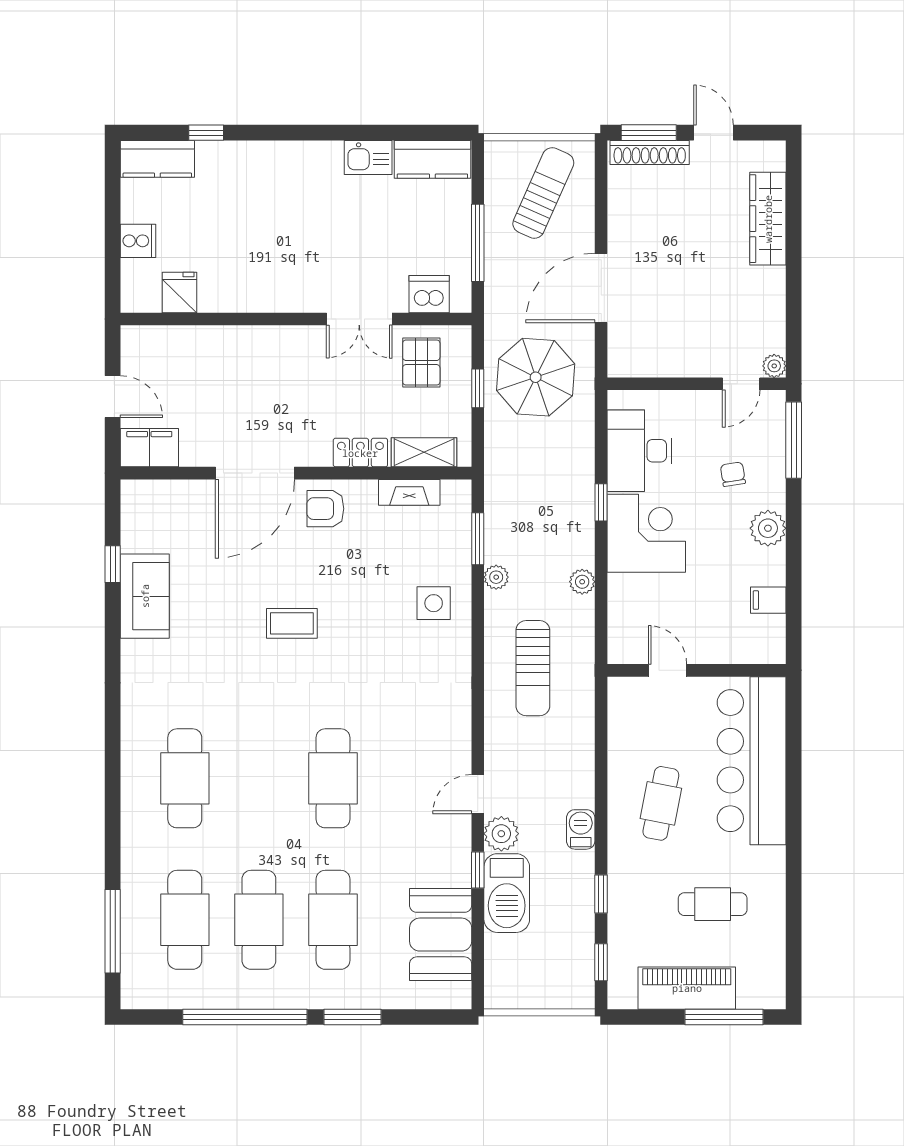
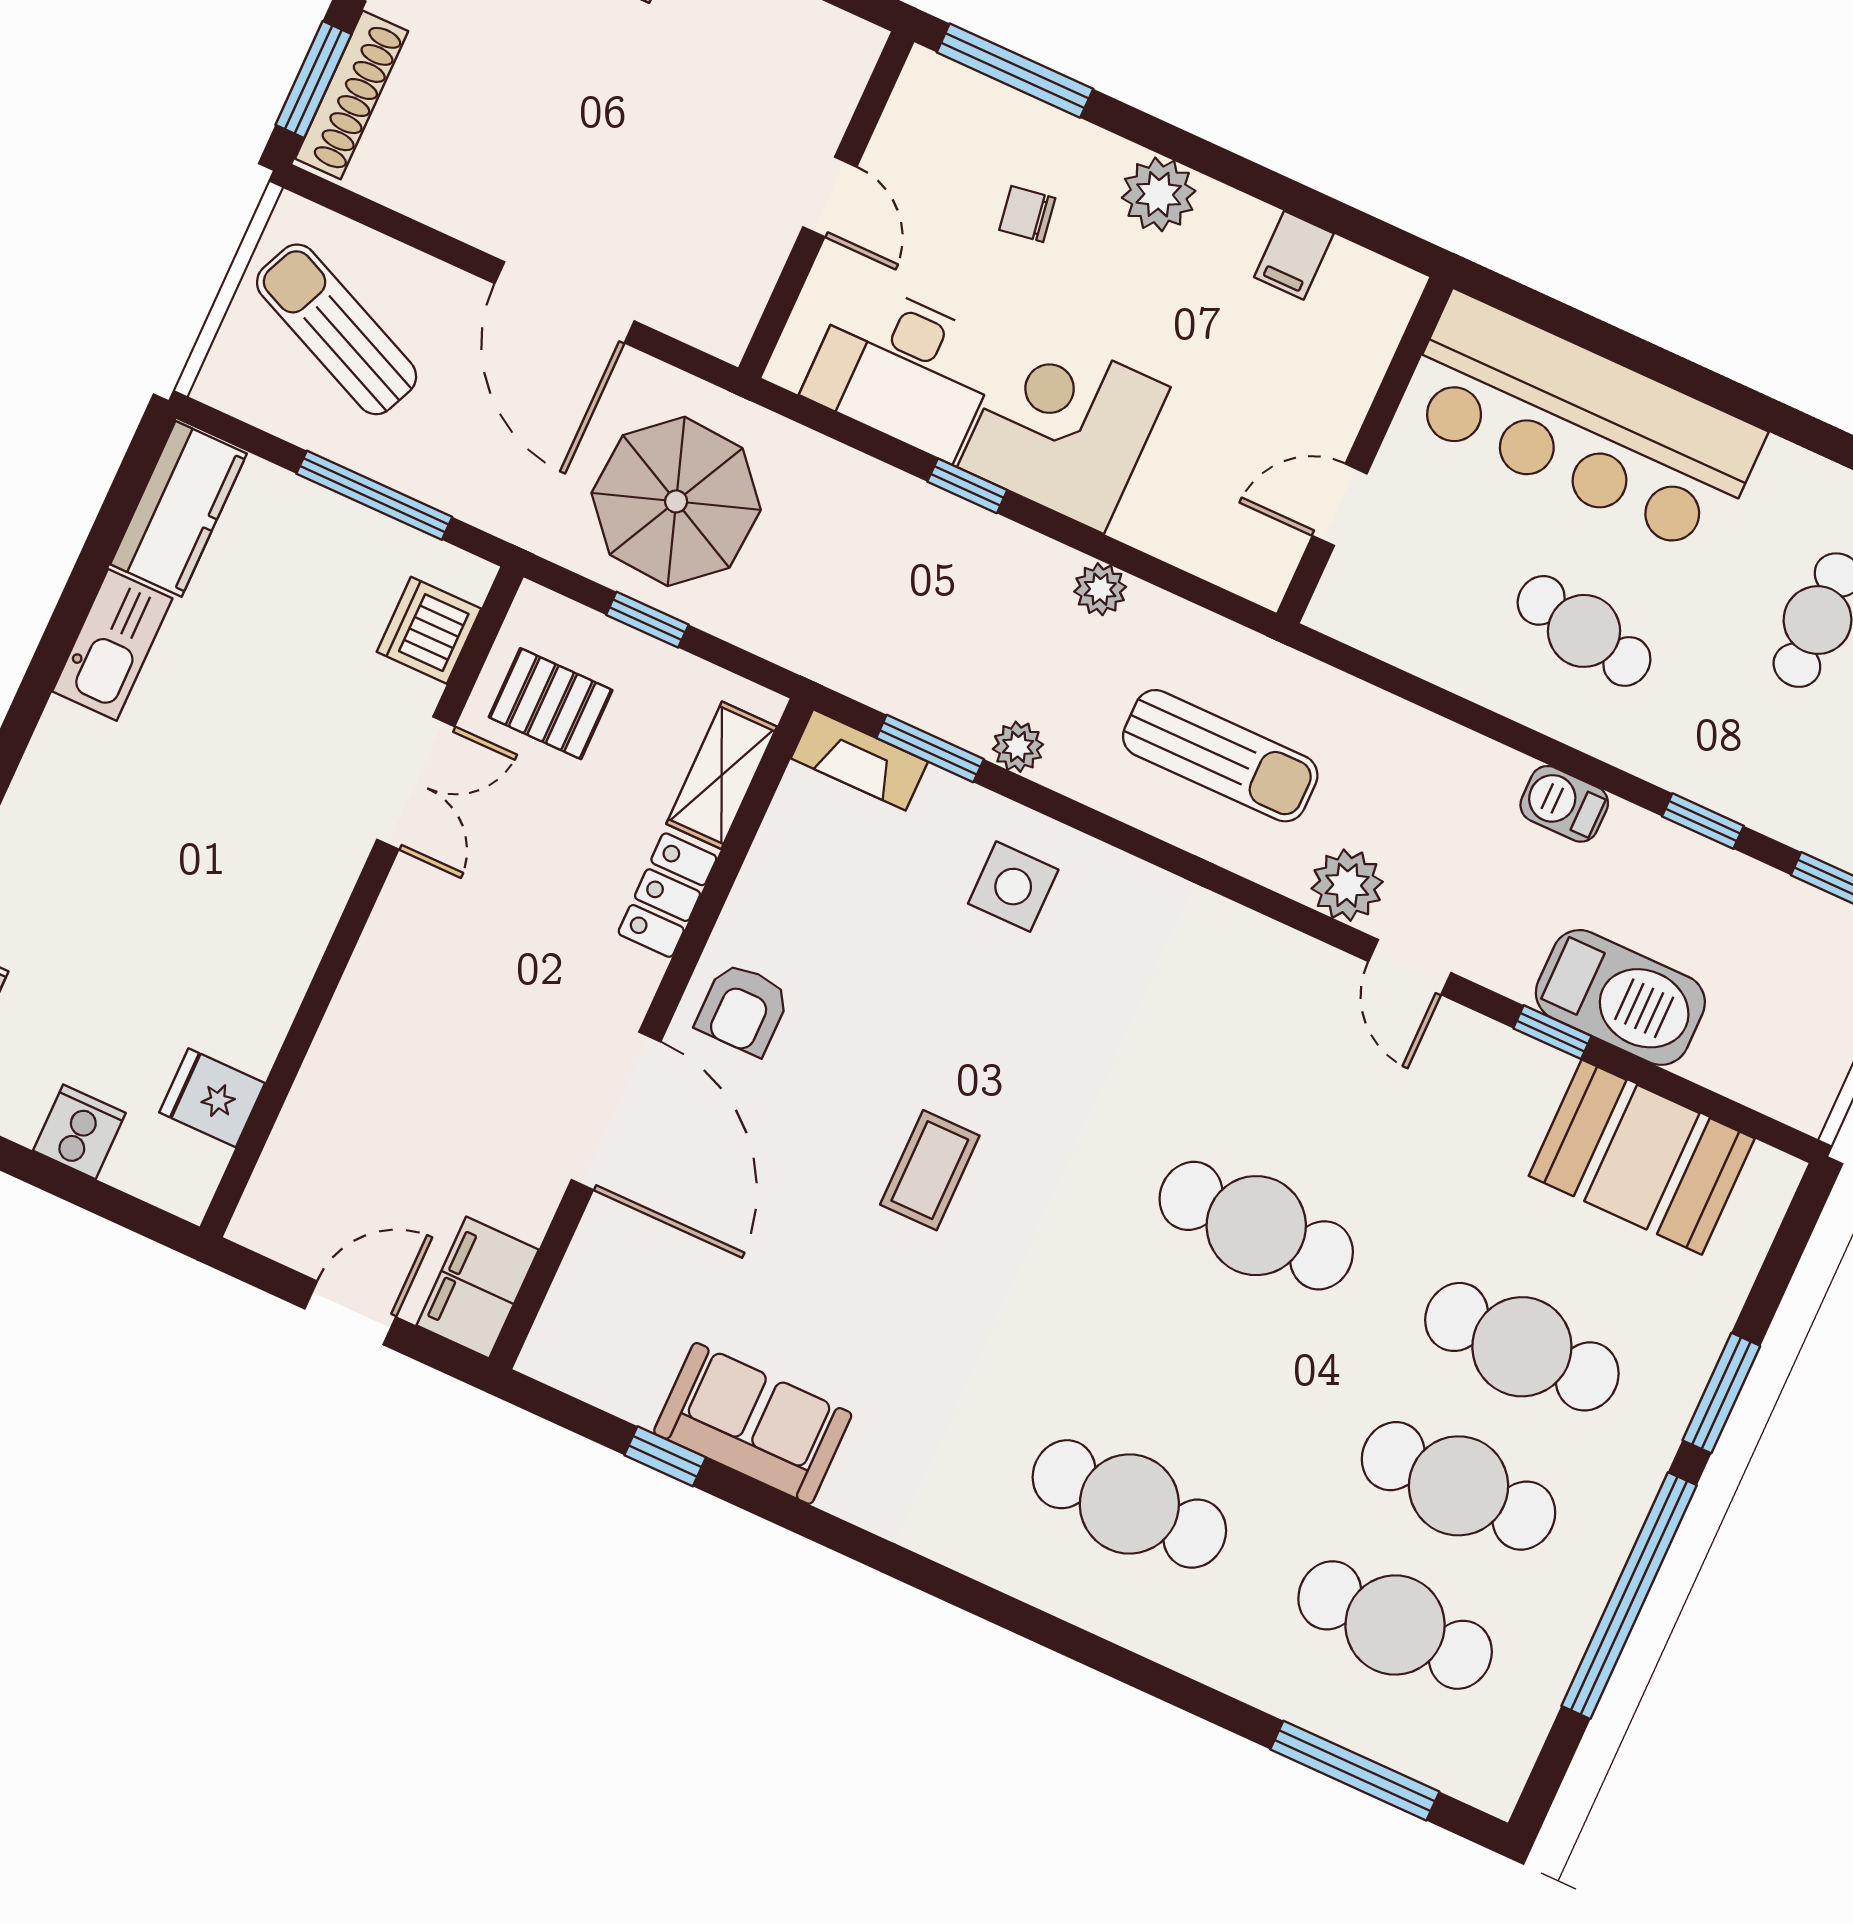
kitchen sink: (368, 158) -> (112, 645), width x1.38
plant: (774, 366) -> (859, 44), removed
door: (741, 384) -> (830, 197), moved
fireplace: (409, 492) -> (859, 760), moved, turned 90
plant: (501, 834) -> (1347, 885), moved

